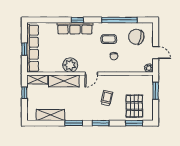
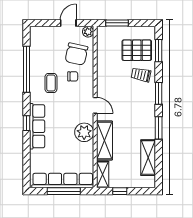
chair: (136, 37) -> (76, 54), moved
window: (24, 49) -> (64, 191), width x2.17
trolley: (107, 98) -> (141, 75), moved

